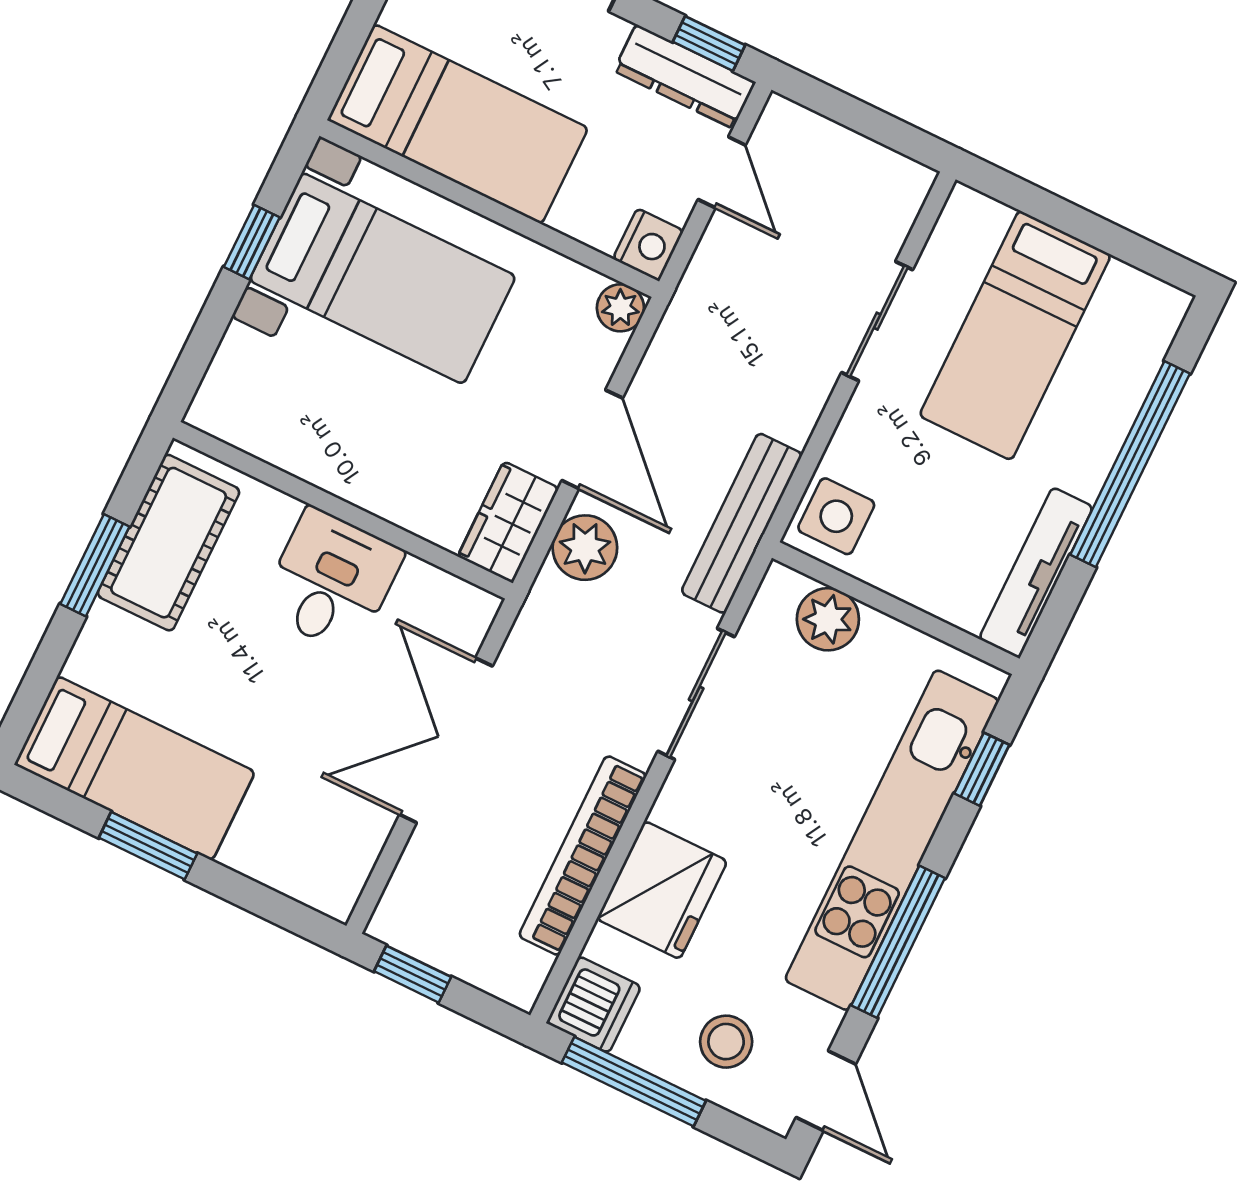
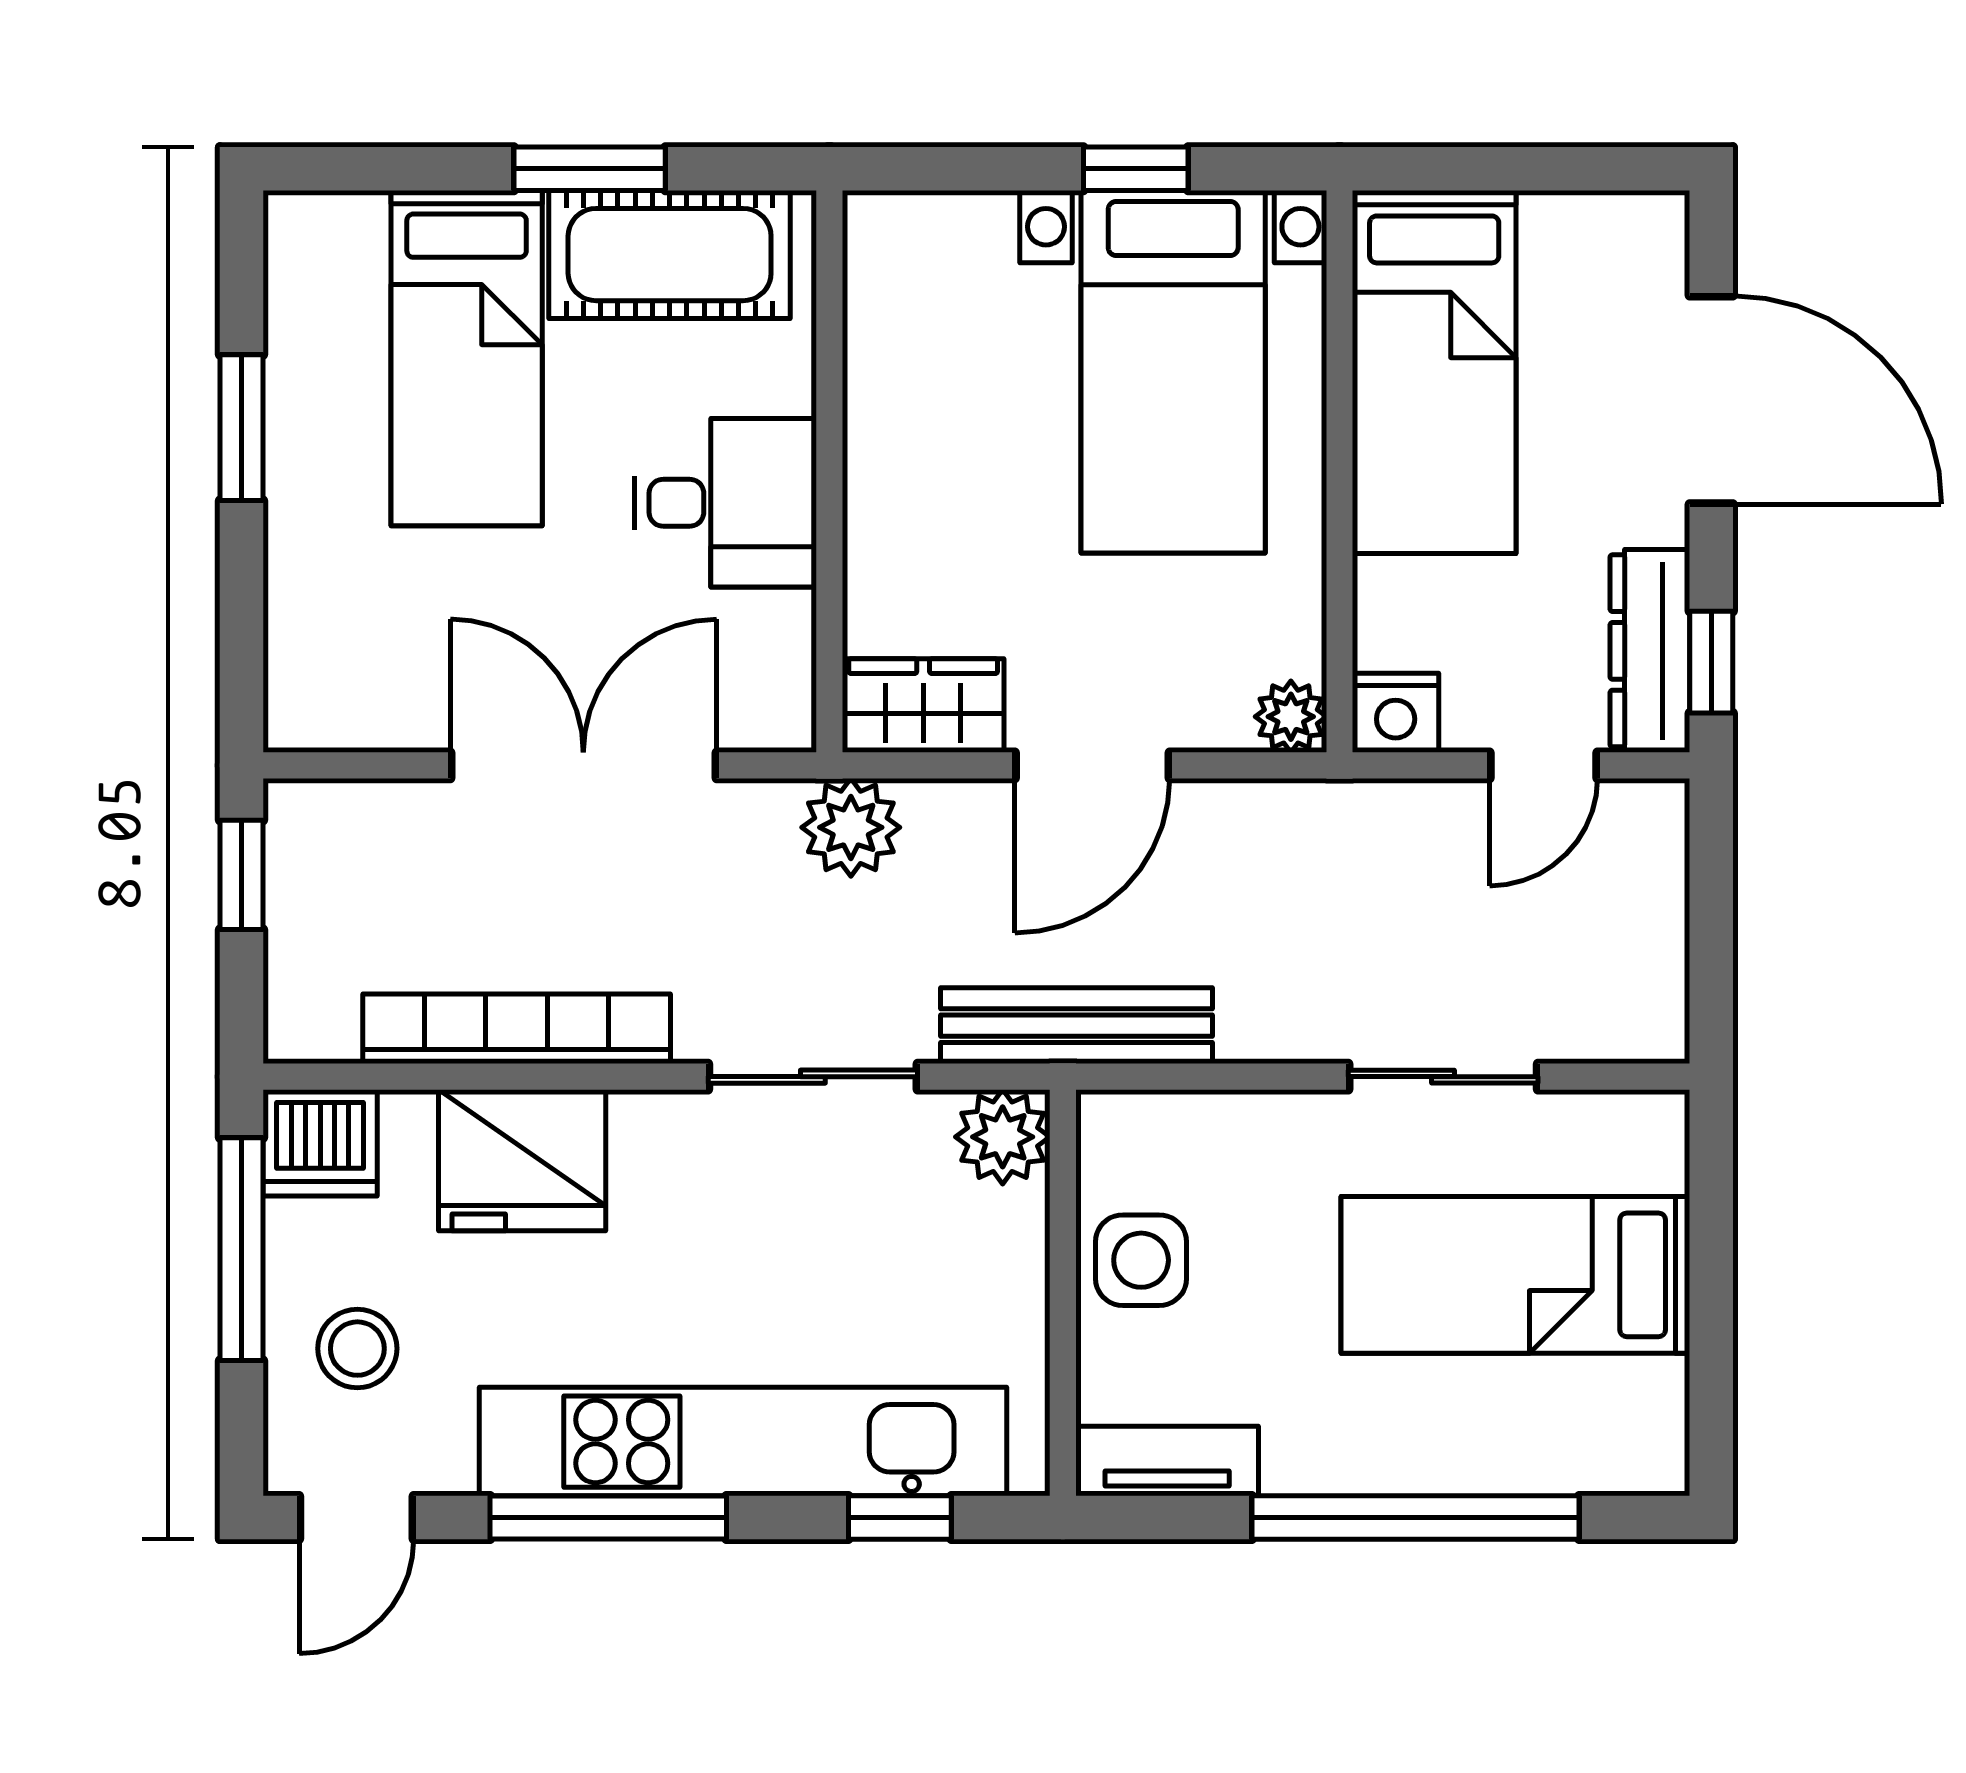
side table: (836, 516) -> (1141, 1260), moved
plant: (585, 548) -> (851, 827), moved
tv unit: (1036, 573) -> (1167, 1461), width x0.71
plant: (828, 619) -> (1003, 1137), moved
bed: (135, 768) -> (467, 358), moved

